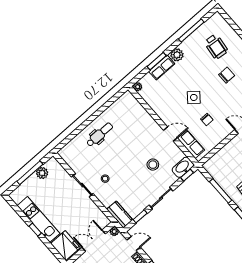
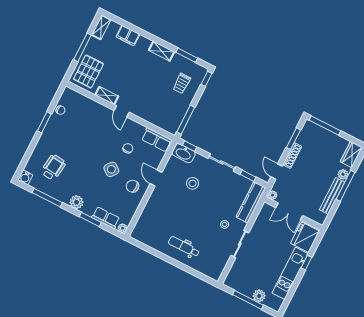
water cooler: (217, 18) -> (25, 177), added
row of seats: (162, 68) -> (106, 218), moved
chair: (227, 75) -> (132, 186), moved
row of seats: (191, 144) -> (157, 140), moved, turned -90
plant: (42, 173) -> (259, 296), moved
window: (221, 191) -> (186, 120), moved
kitchen counter: (120, 215) -> (251, 202), width x1.50
window: (35, 230) -> (306, 263), moved

